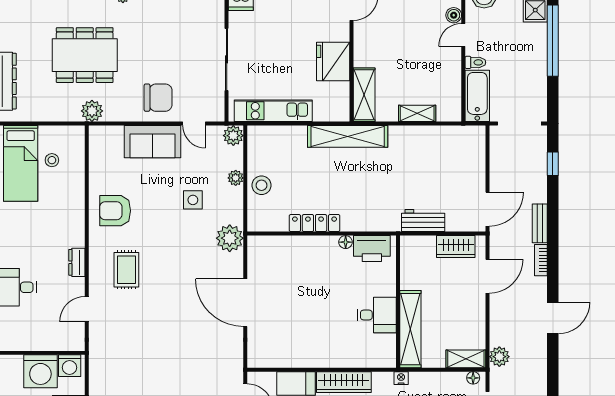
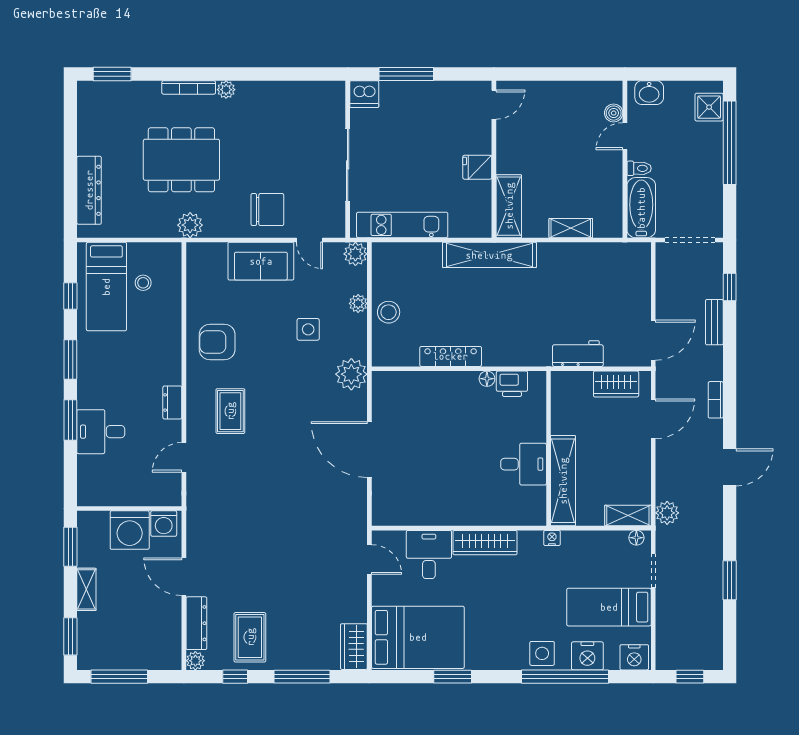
fridge: (333, 62) -> (477, 167), width x0.53, depth x0.75
bench: (540, 223) -> (714, 322), moved
printer: (372, 248) -> (512, 384), width x0.73, depth x0.84

